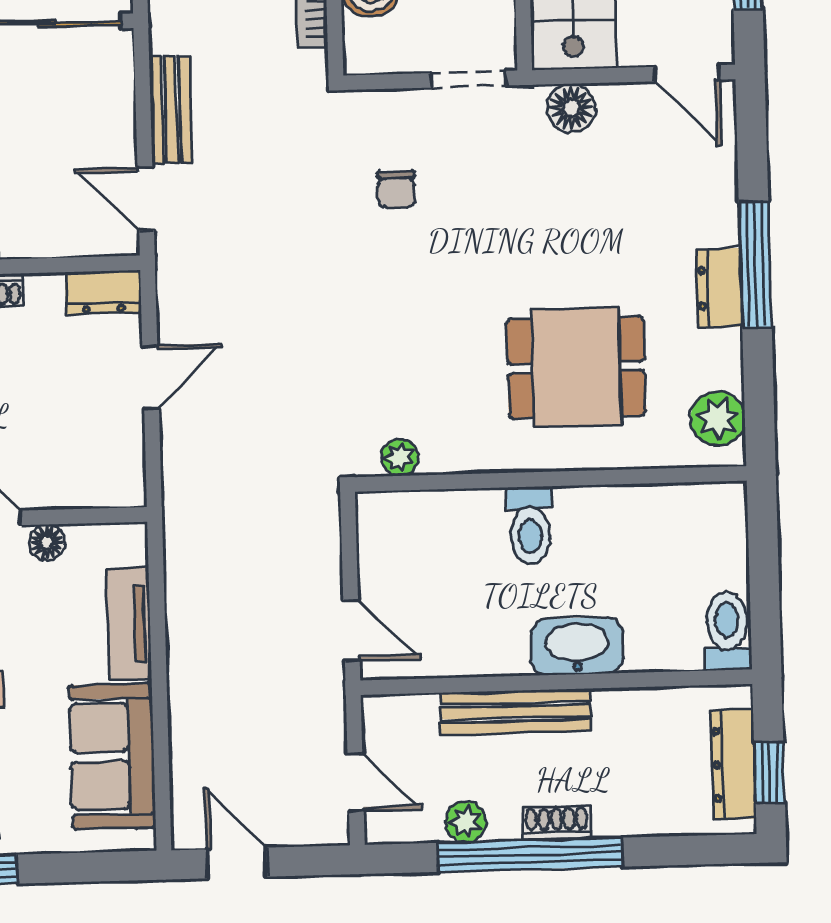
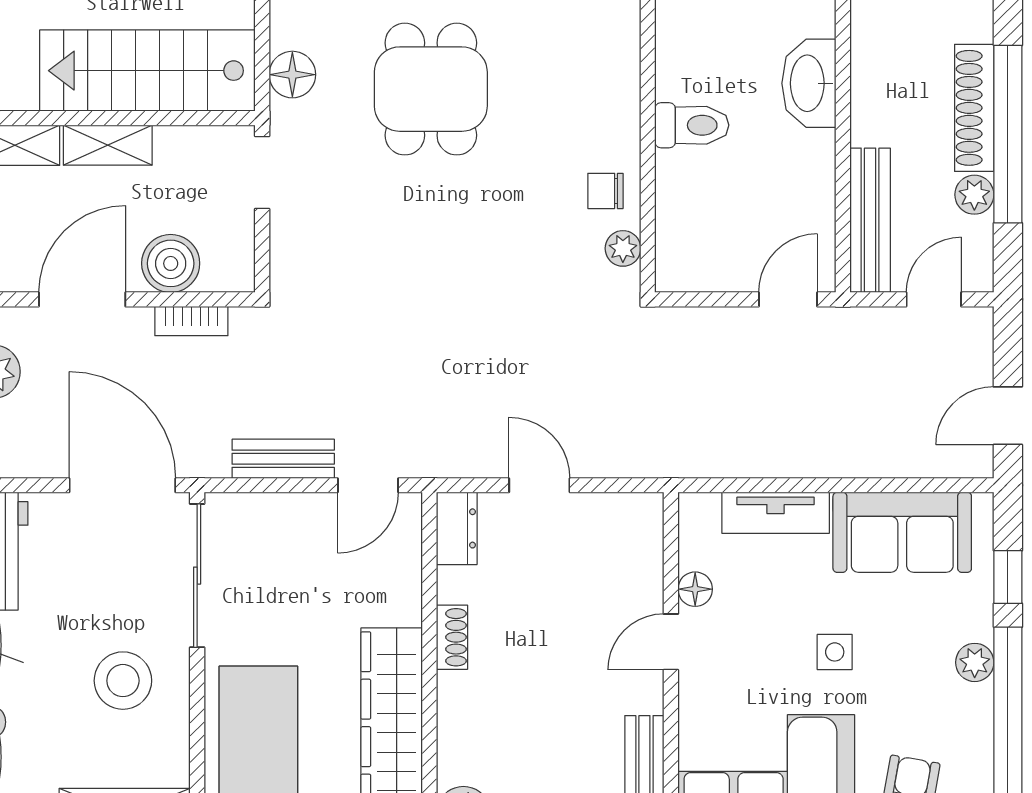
chair: (396, 189) -> (605, 191), moved, turned 180
dining table: (576, 367) -> (431, 89), moved
bench: (516, 712) -> (870, 220), moved
shoe rack: (556, 823) -> (974, 108), width x1.94, depth x1.24
window: (69, 868) -> (1008, 577), added

